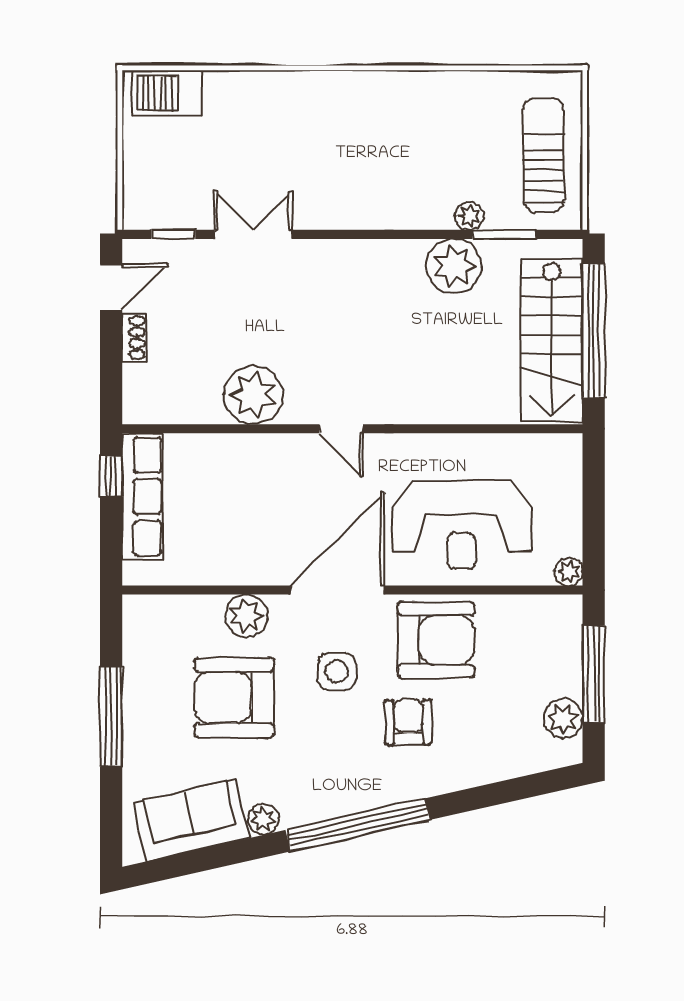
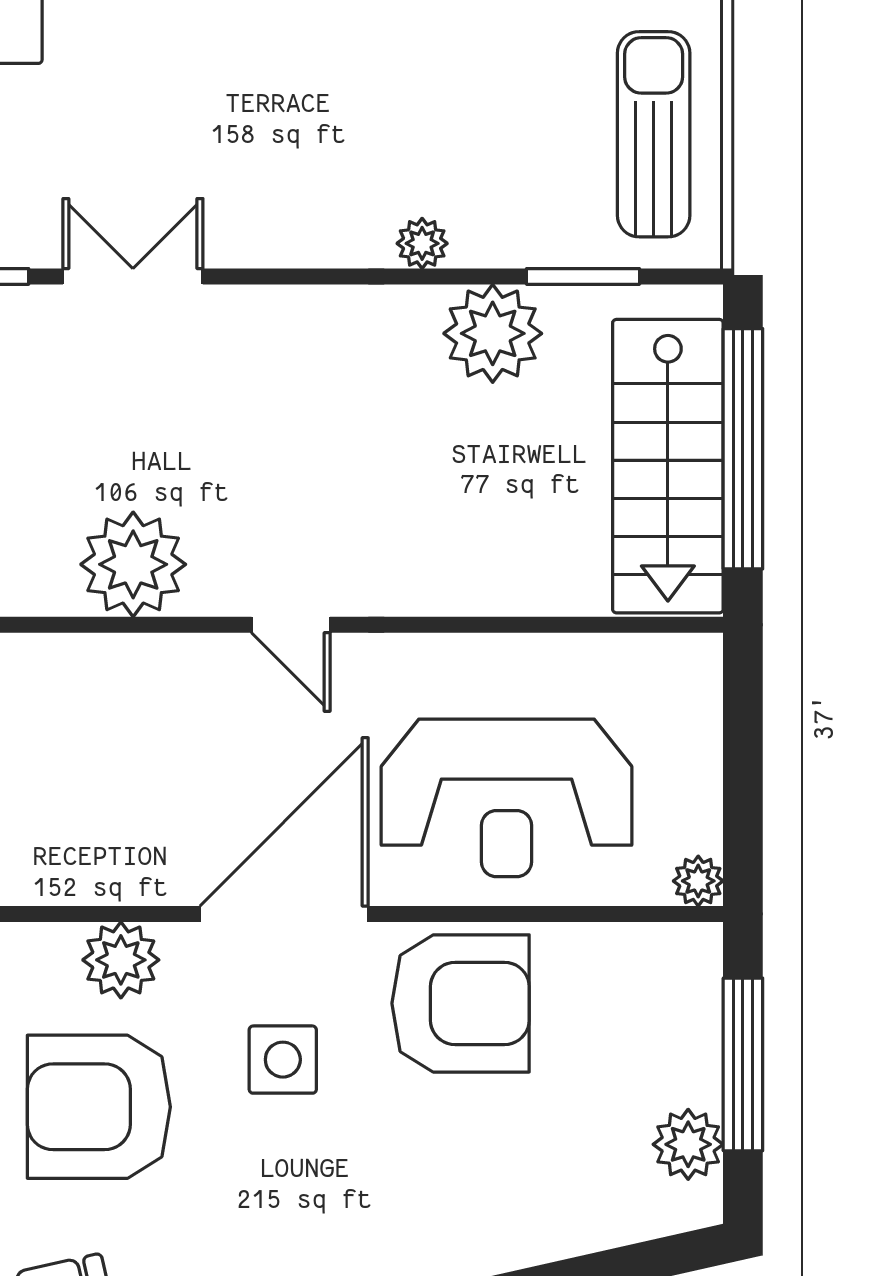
plant: (469, 216) -> (422, 243), moved
armchair: (408, 722) -> (411, 1151), removed

